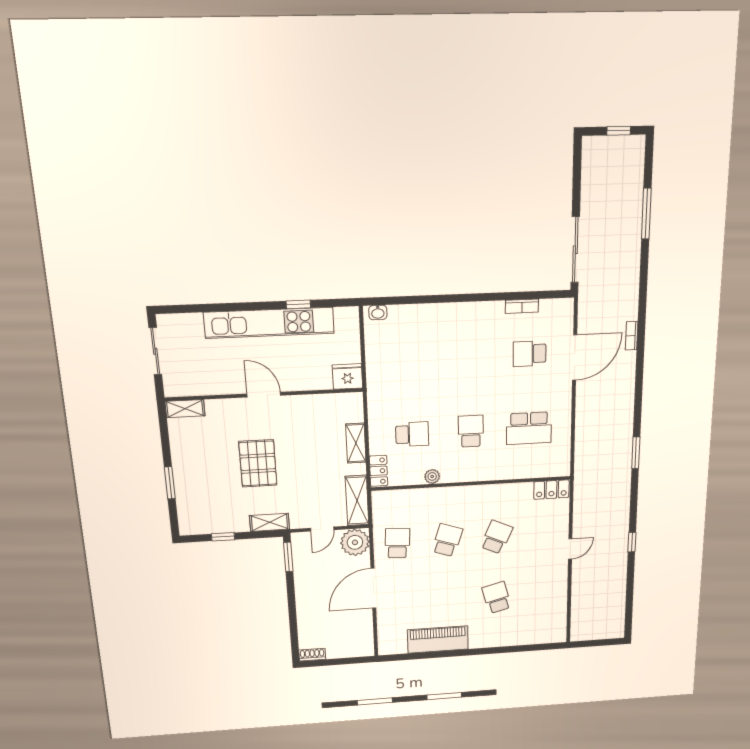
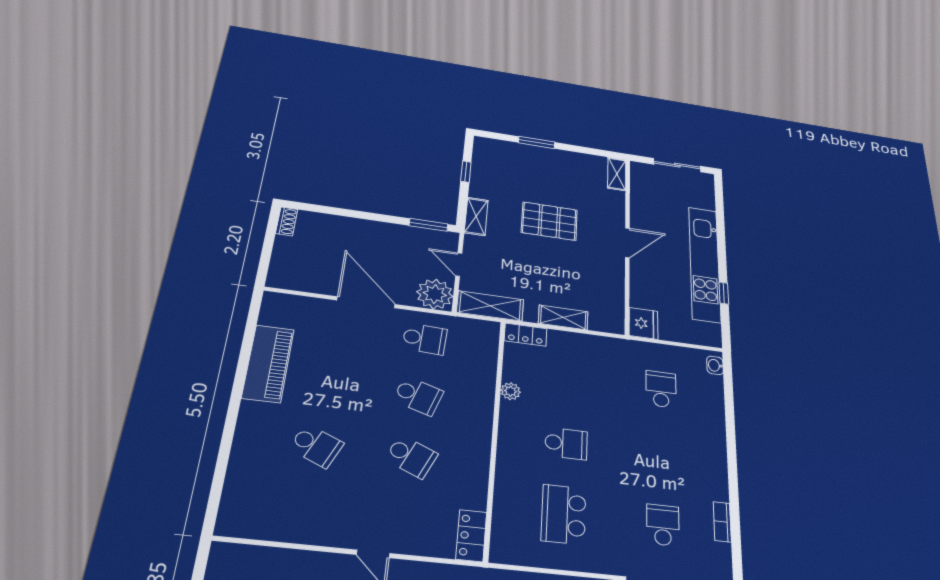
school desk: (412, 434) -> (661, 389), moved, turned 180
school desk: (497, 598) -> (316, 446), turned 39

